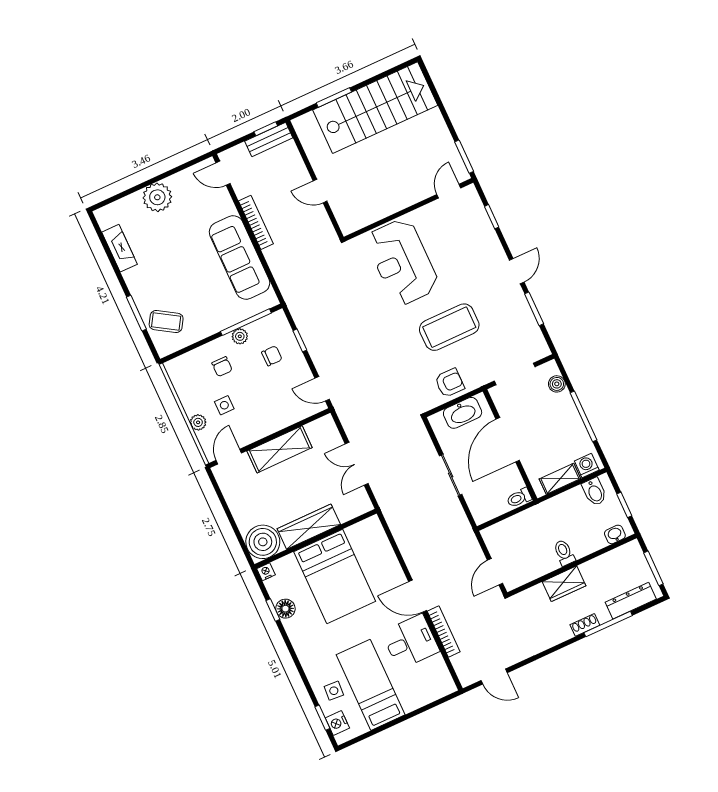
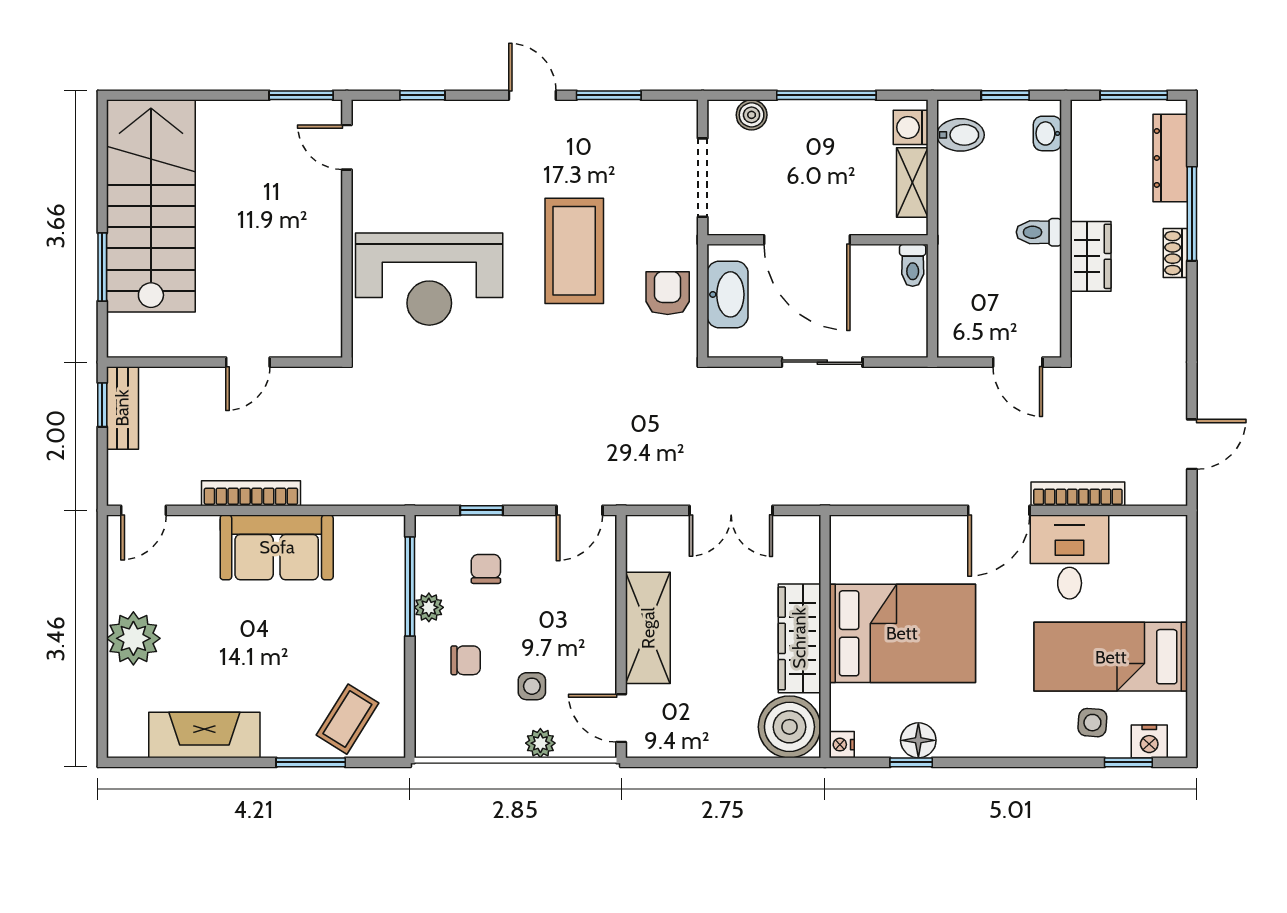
fireplace: (120, 248) -> (204, 735), width x1.37, depth x1.32
sofa: (240, 257) -> (277, 547), width x0.73

